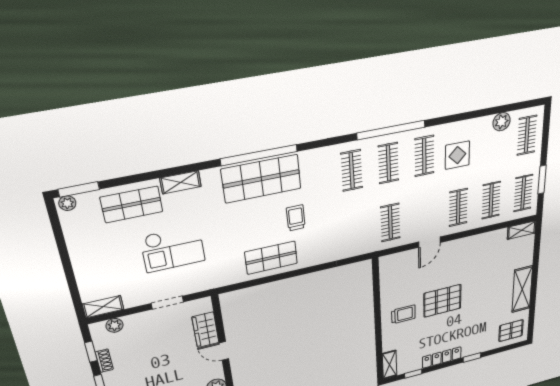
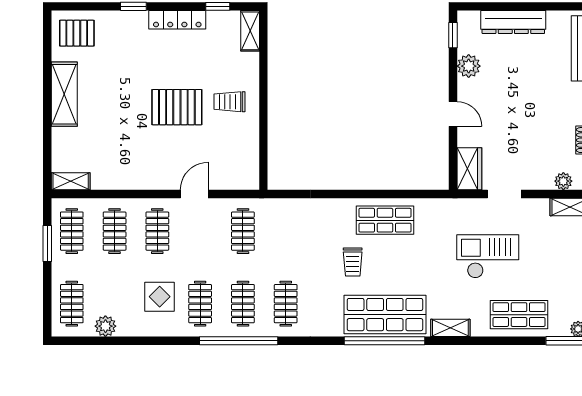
shelving: (181, 182) -> (450, 328), moved
wardrobe: (205, 330) -> (469, 169), moved

